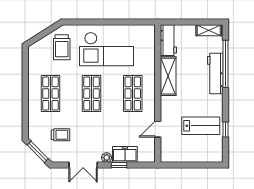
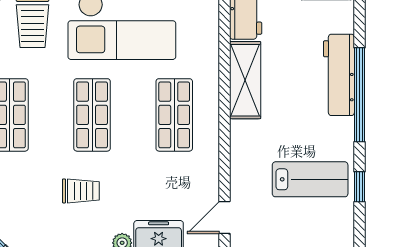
window: (225, 64) -> (359, 95), moved
door: (158, 129) -> (224, 218), moved
trolley: (61, 135) -> (81, 191), moved

